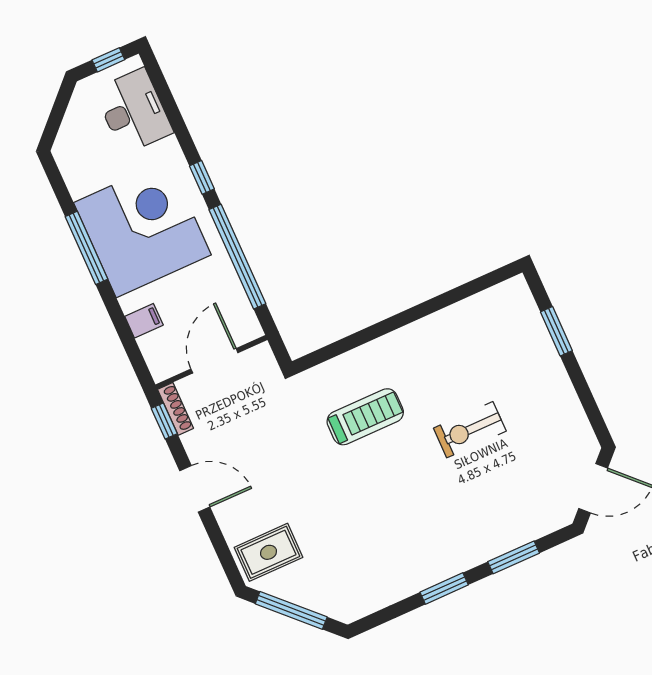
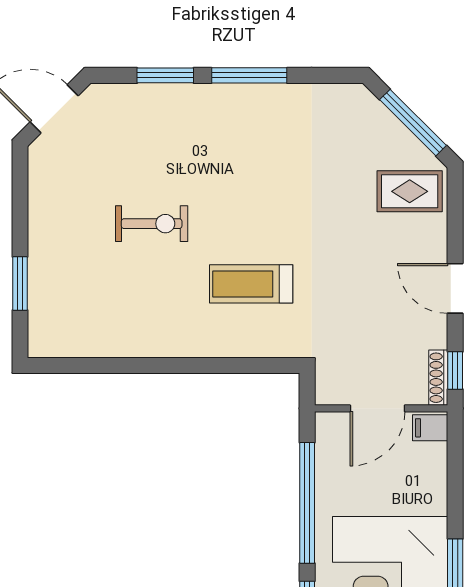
filing cabinet: (144, 321) -> (430, 428), moved
window: (444, 589) -> (249, 75), width x1.44

